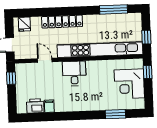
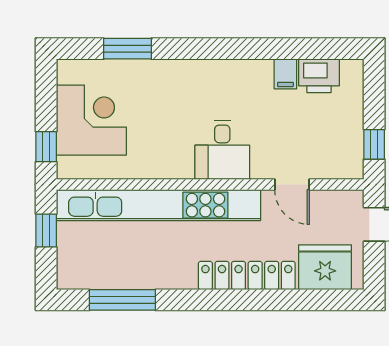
fridge: (24, 24) -> (325, 267), width x1.88, depth x1.34

